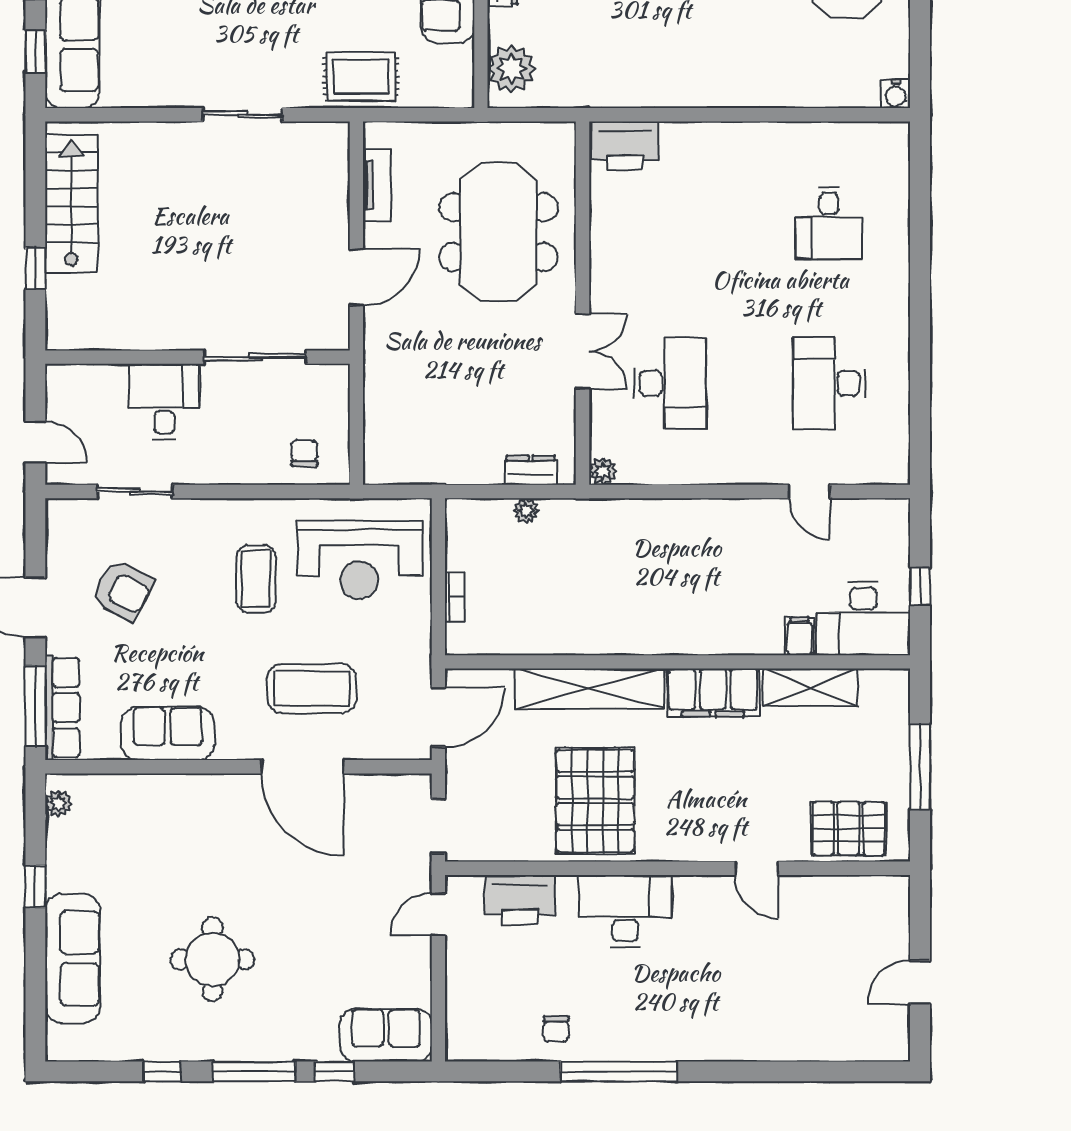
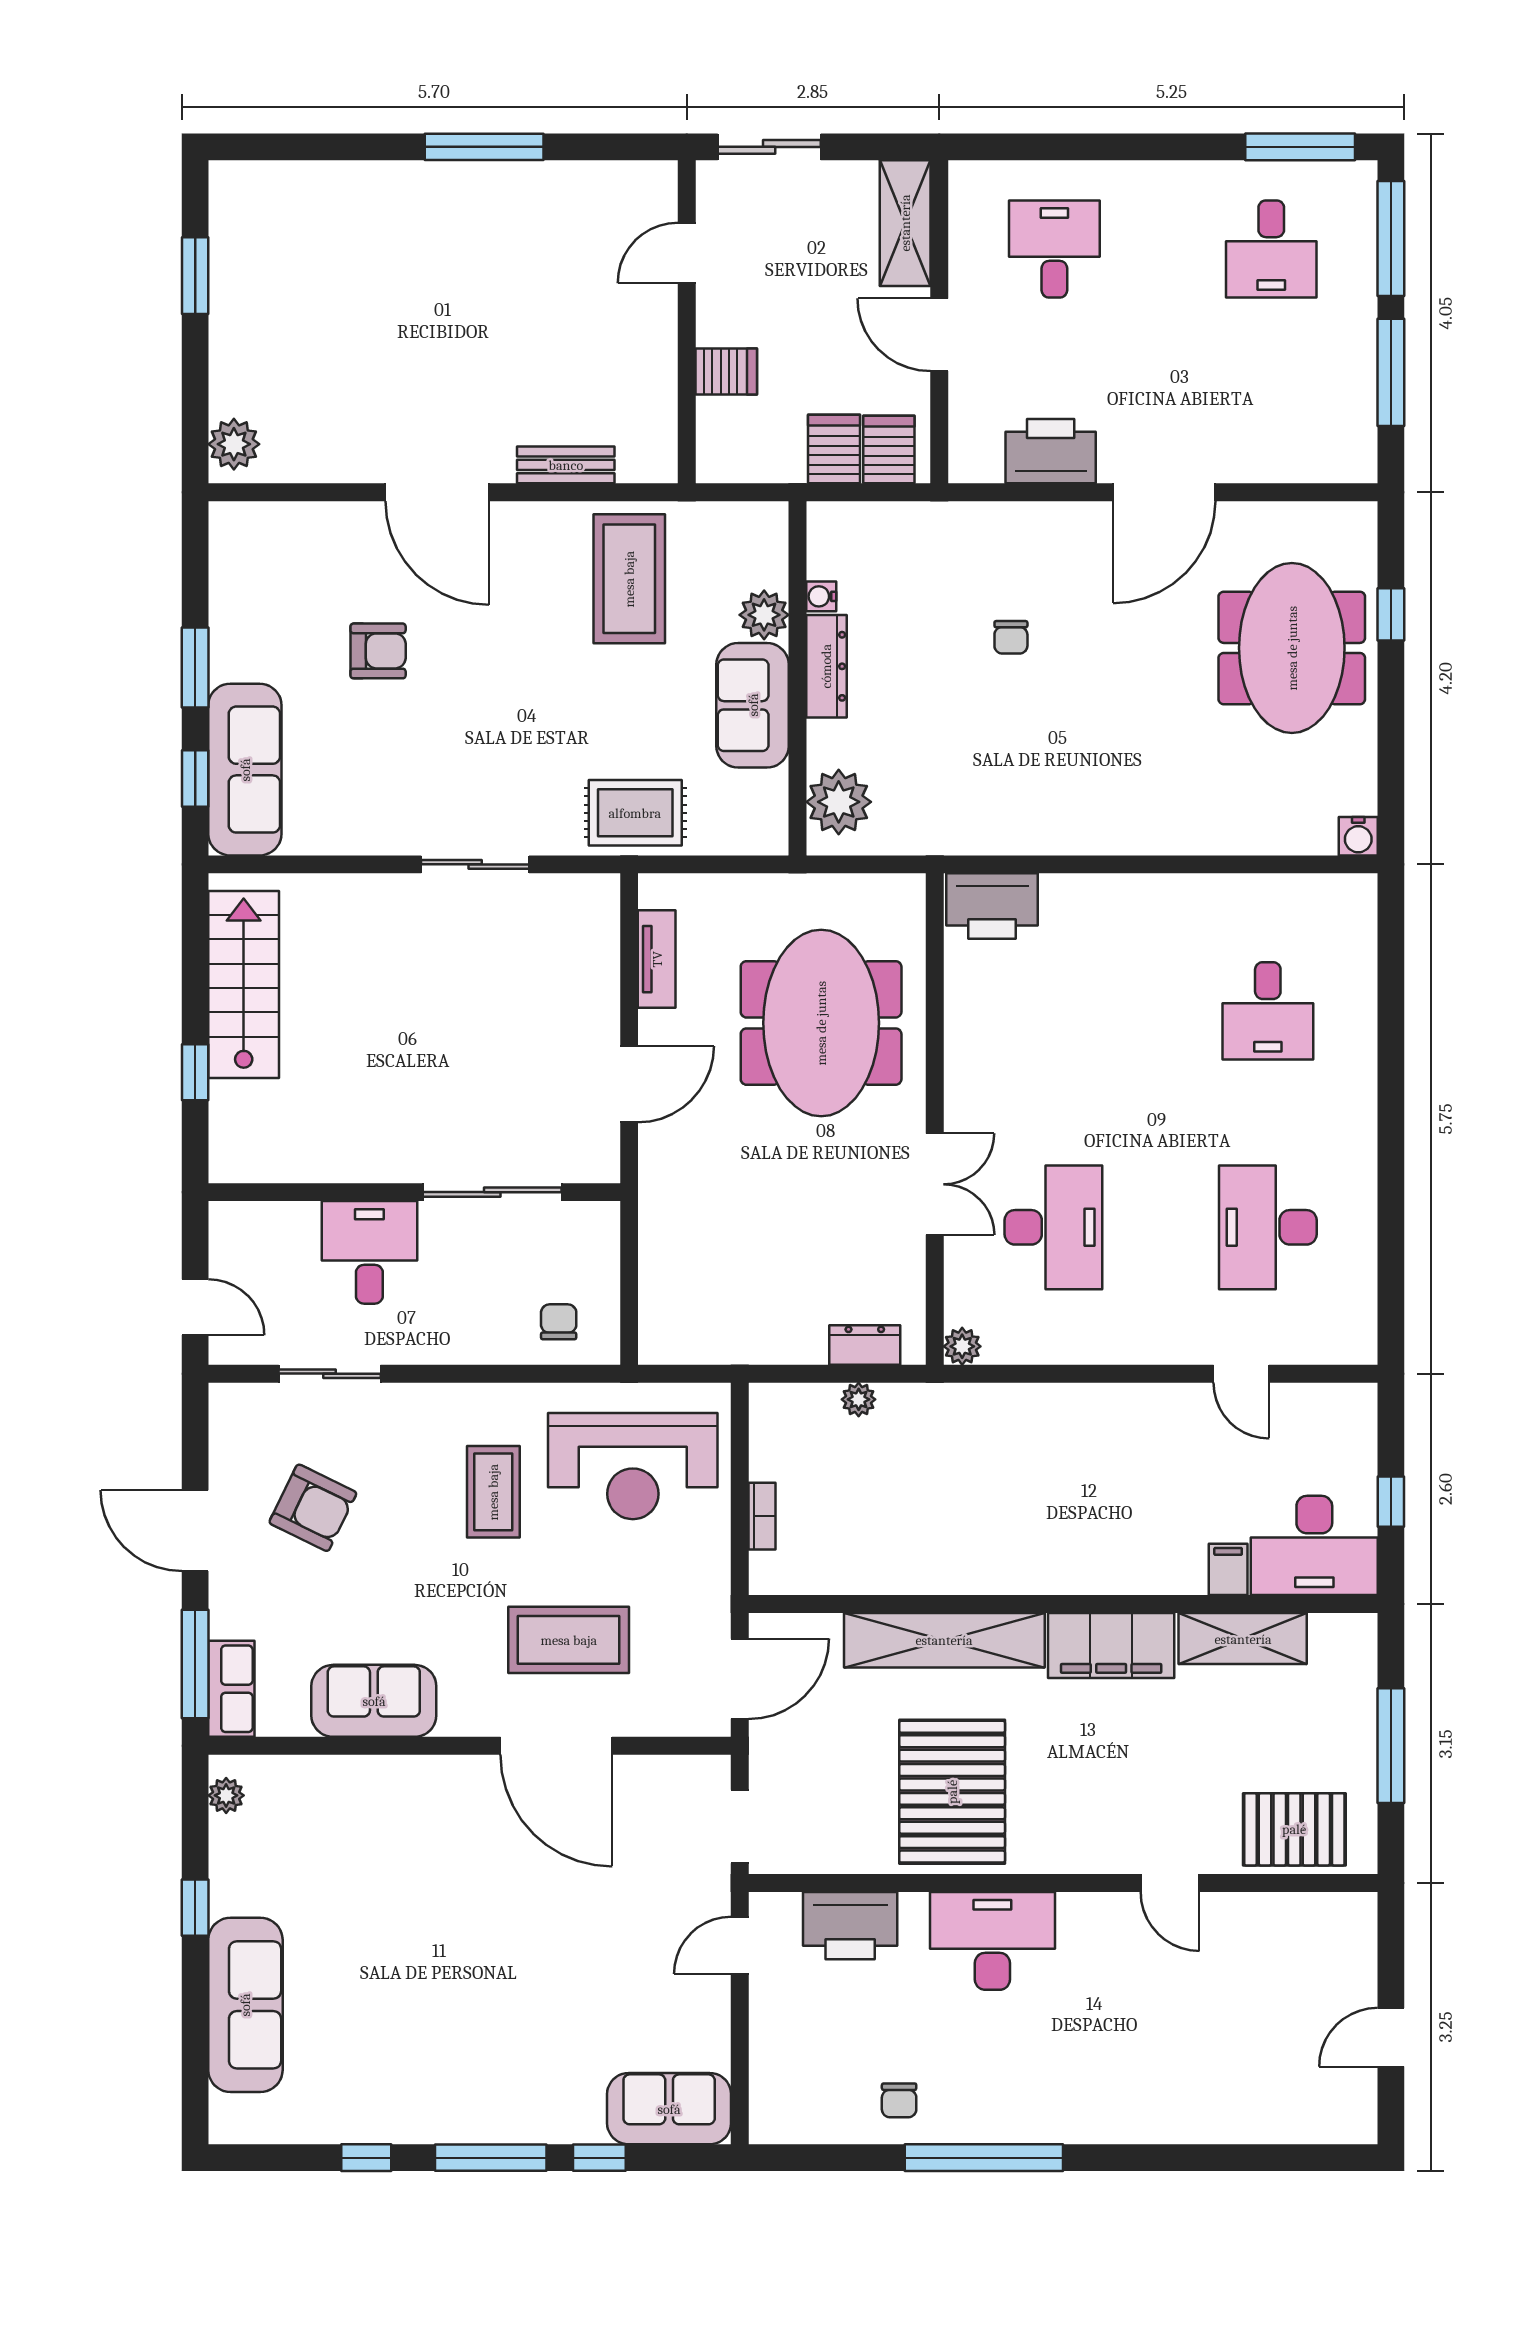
row of seats: (62, 708) -> (231, 1689), width x0.68
round table: (212, 959) -> (434, 2006), removed

